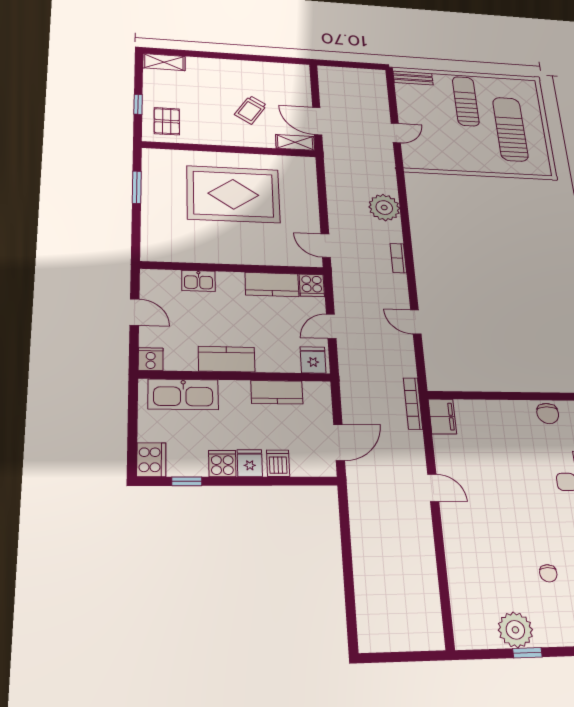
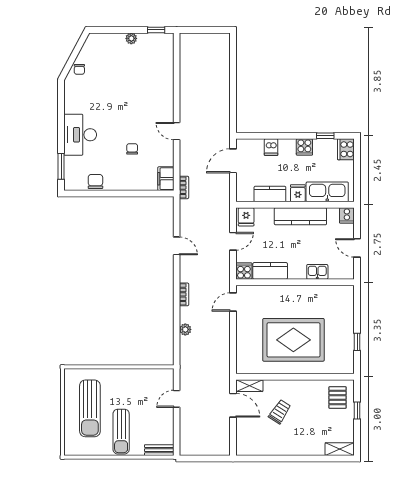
window: (137, 187) -> (357, 342), width x0.67
plant: (384, 208) -> (185, 329), width x0.53, depth x0.53
door: (326, 246) -> (233, 302), swing flipped
kitchen counter: (227, 359) -> (300, 216), width x1.50
bookcase: (413, 403) -> (184, 187), width x0.64
fridge: (250, 463) -> (298, 193), moved, turned 180
chair: (548, 573) -> (132, 149), moved
plant: (515, 630) -> (131, 38), width x0.53, depth x0.53
window: (527, 653) -> (156, 30), moved

